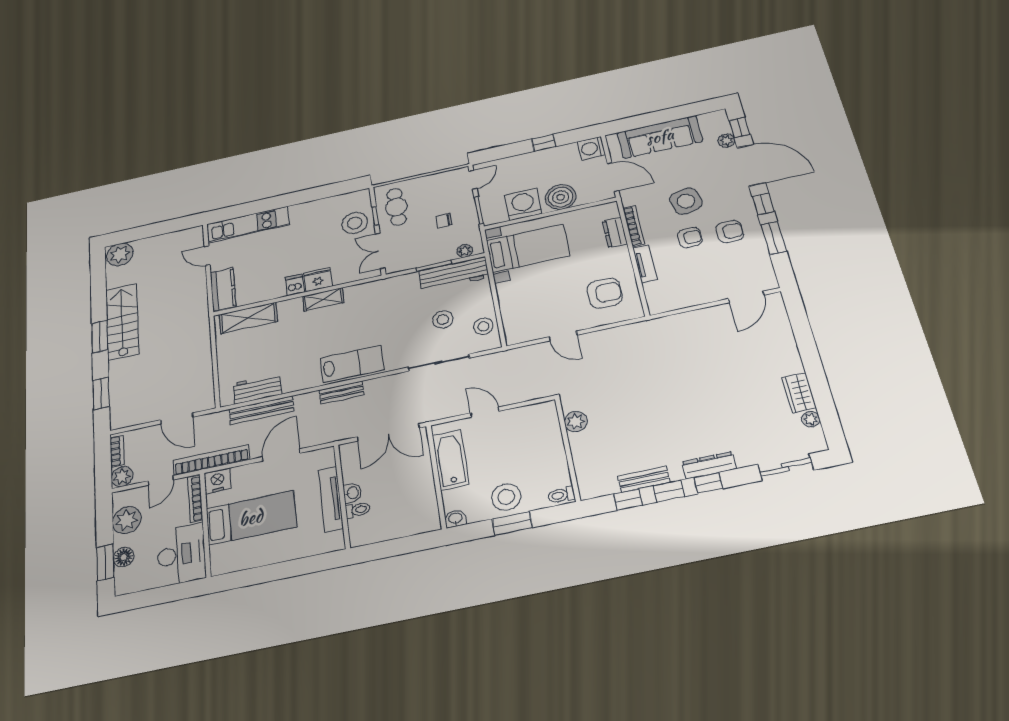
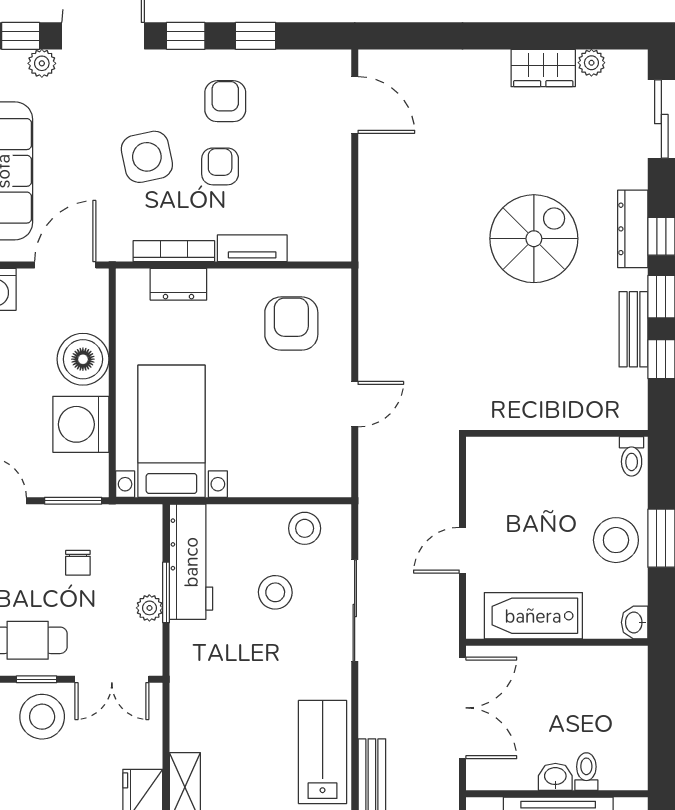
window: (774, 238) -> (256, 36), width x0.67
plant: (465, 251) -> (149, 608), moved
spiral stairs: (688, 410) -> (534, 239), added
plant: (576, 421) -> (512, 412), removed

